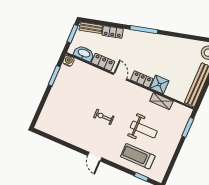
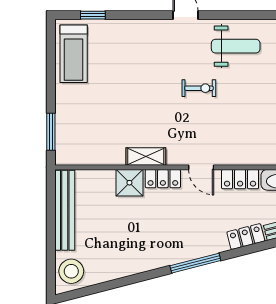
shelving: (161, 101) -> (146, 156), moved
weight bench: (144, 129) -> (236, 46), moved, turned 180
treadmill: (138, 156) -> (74, 54), moved, turned 90

